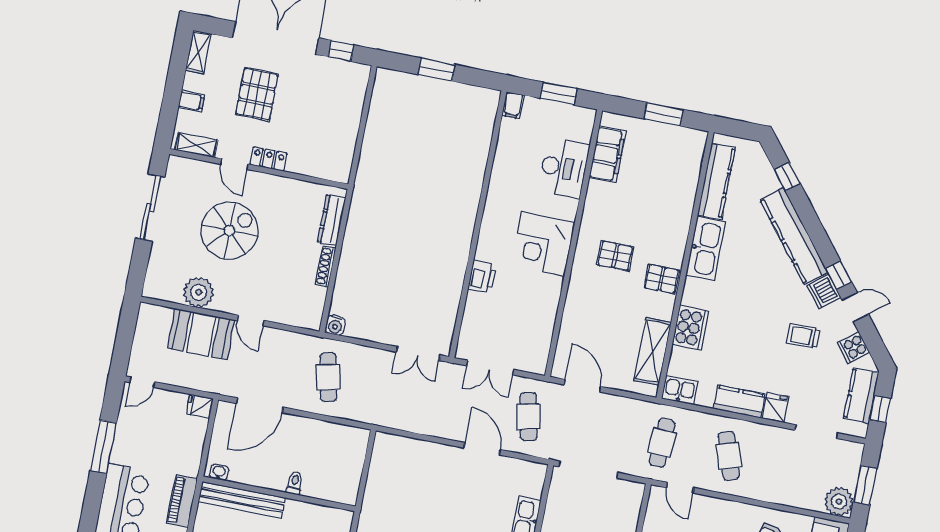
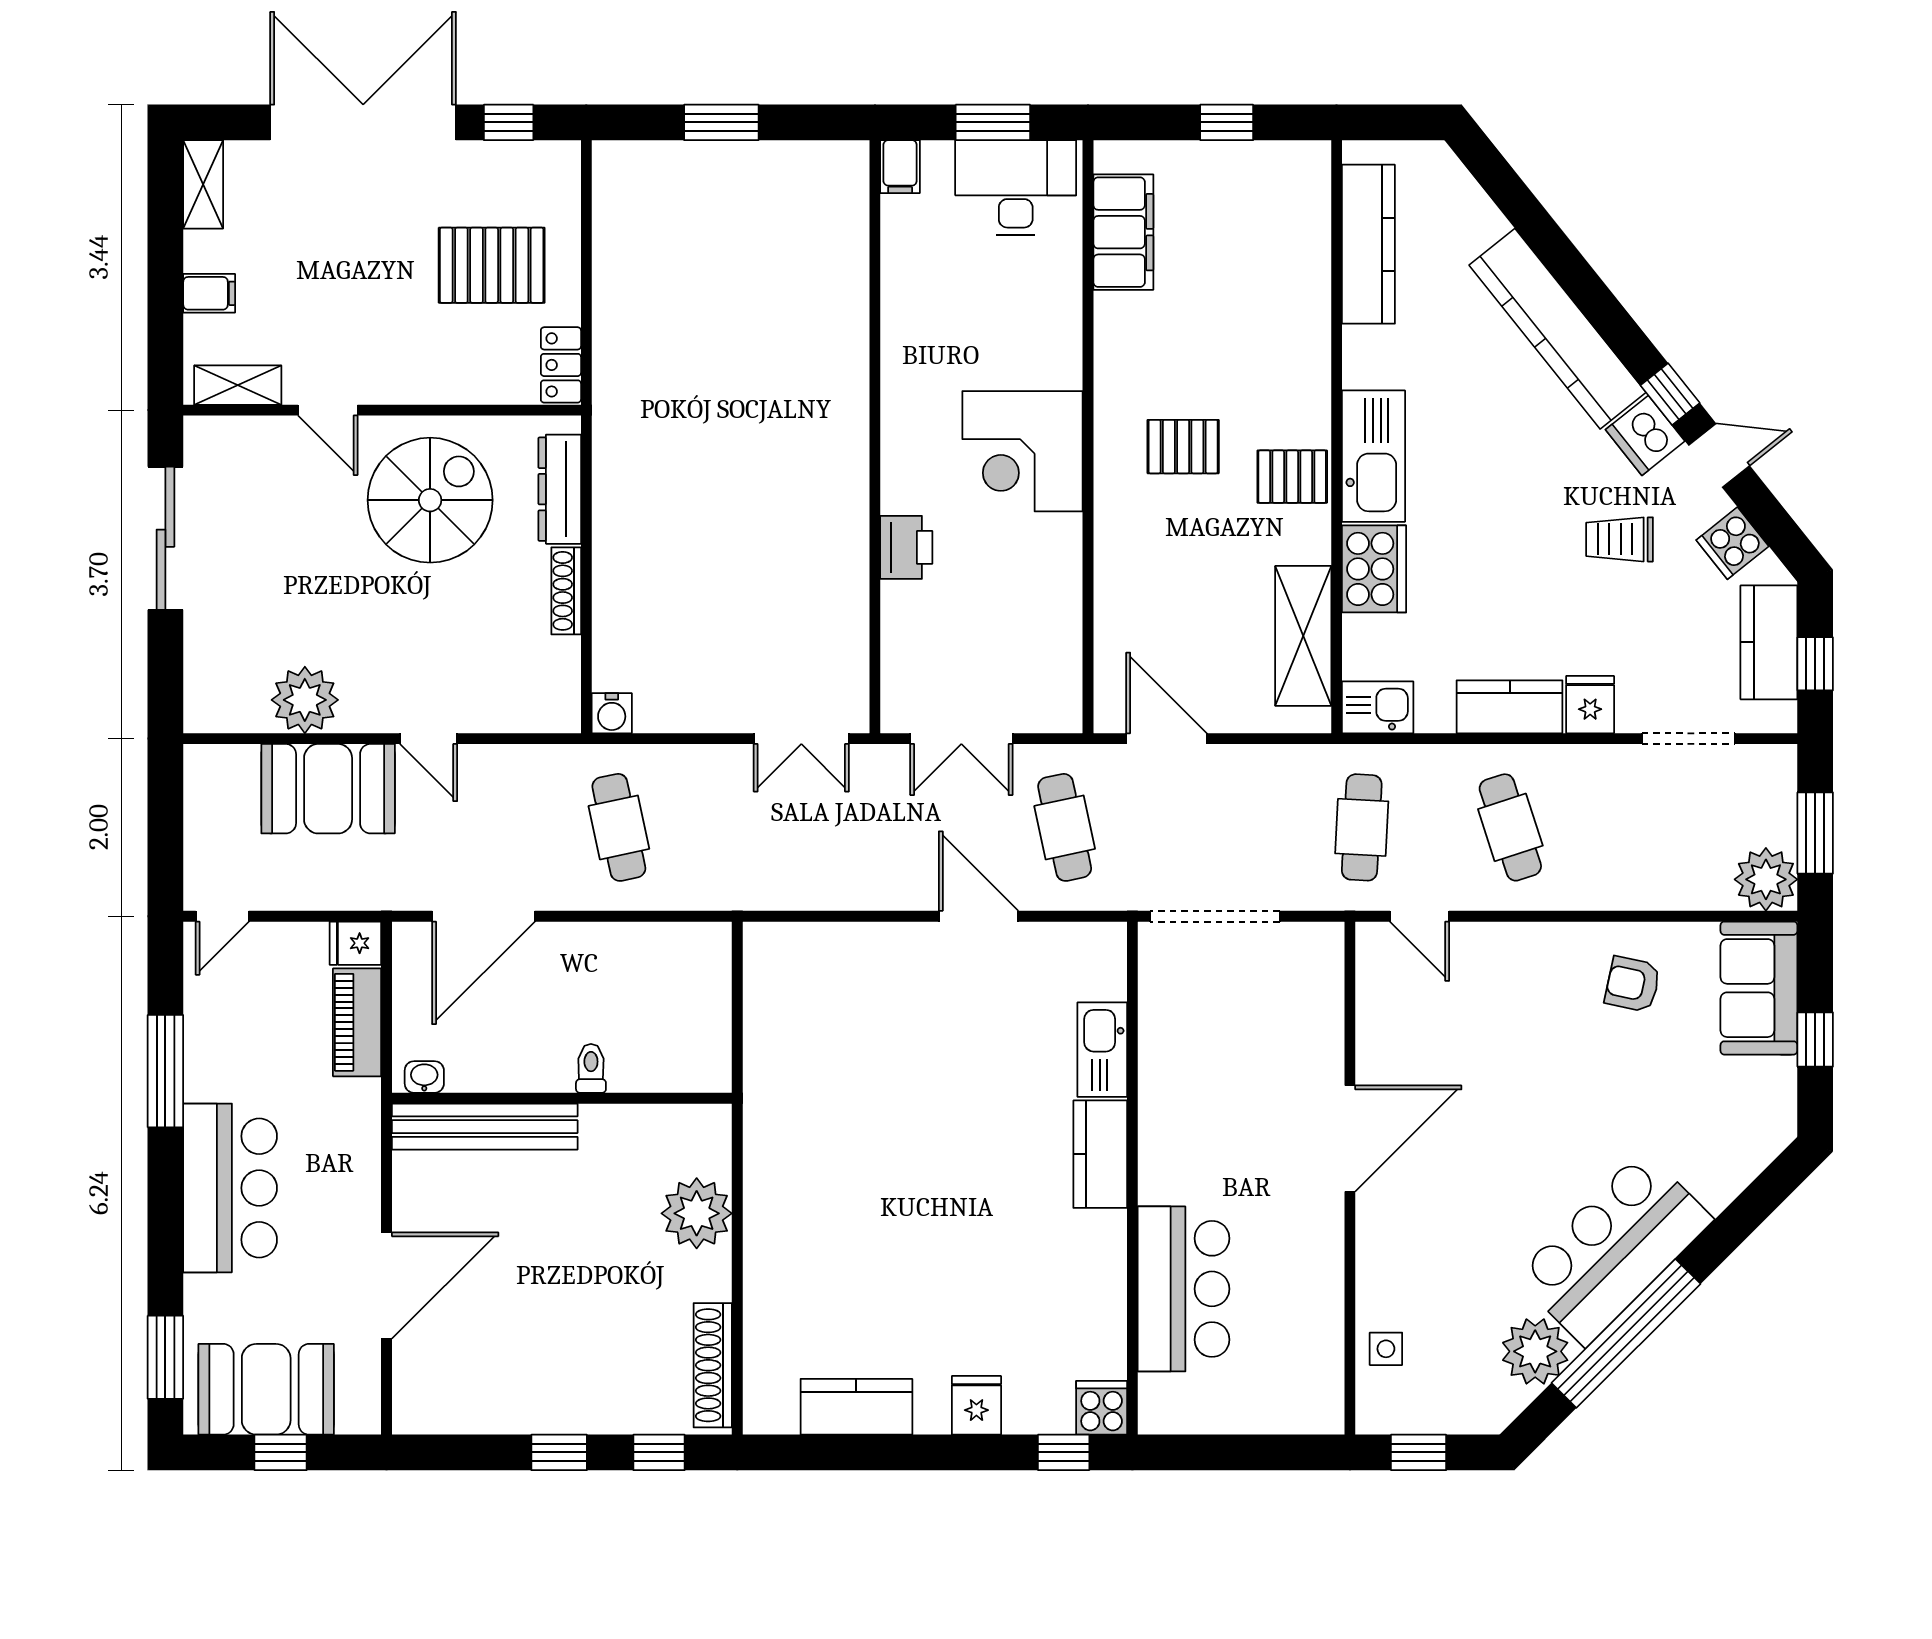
pallet: (257, 94) -> (492, 265), moved, turned 90
window: (663, 114) -> (1227, 122), width x0.67
locker: (269, 159) -> (561, 365), moved, turned -90
desk: (564, 168) -> (1016, 188), moved, turned -90
window: (787, 177) -> (1518, 204), removed
spiral stairs: (229, 231) -> (430, 500), moved
kitchen sink: (706, 249) -> (1373, 456), moved
piano: (182, 501) -> (357, 1022), moved

